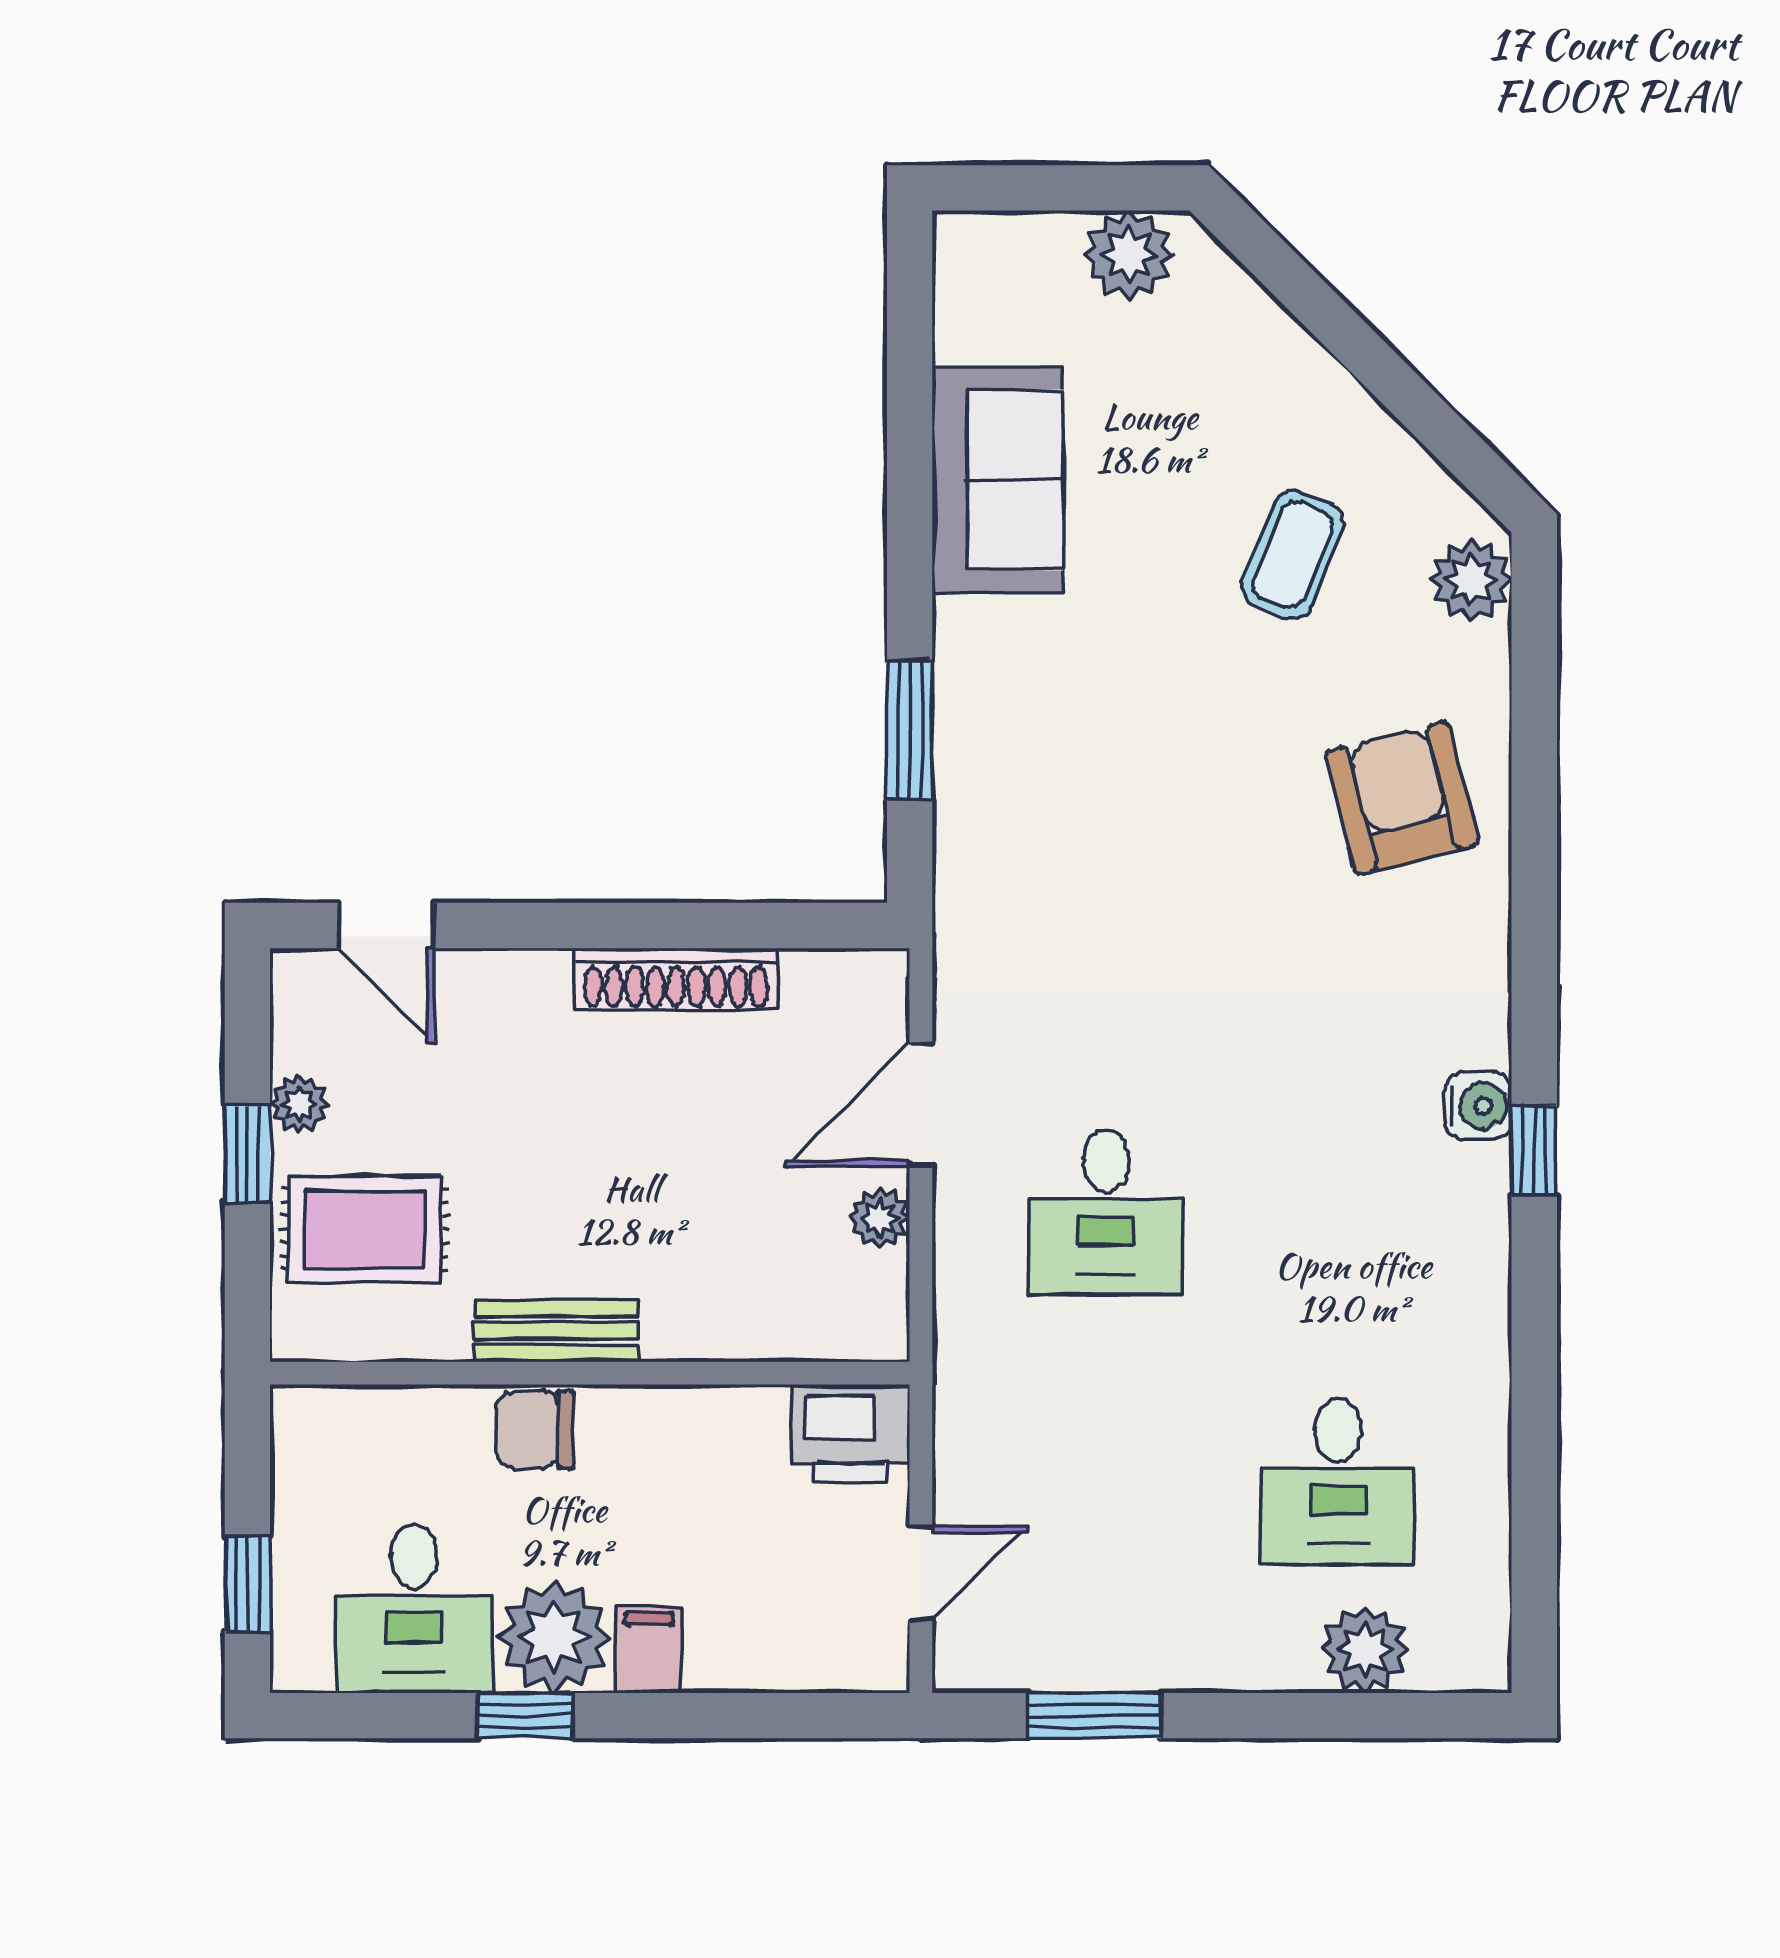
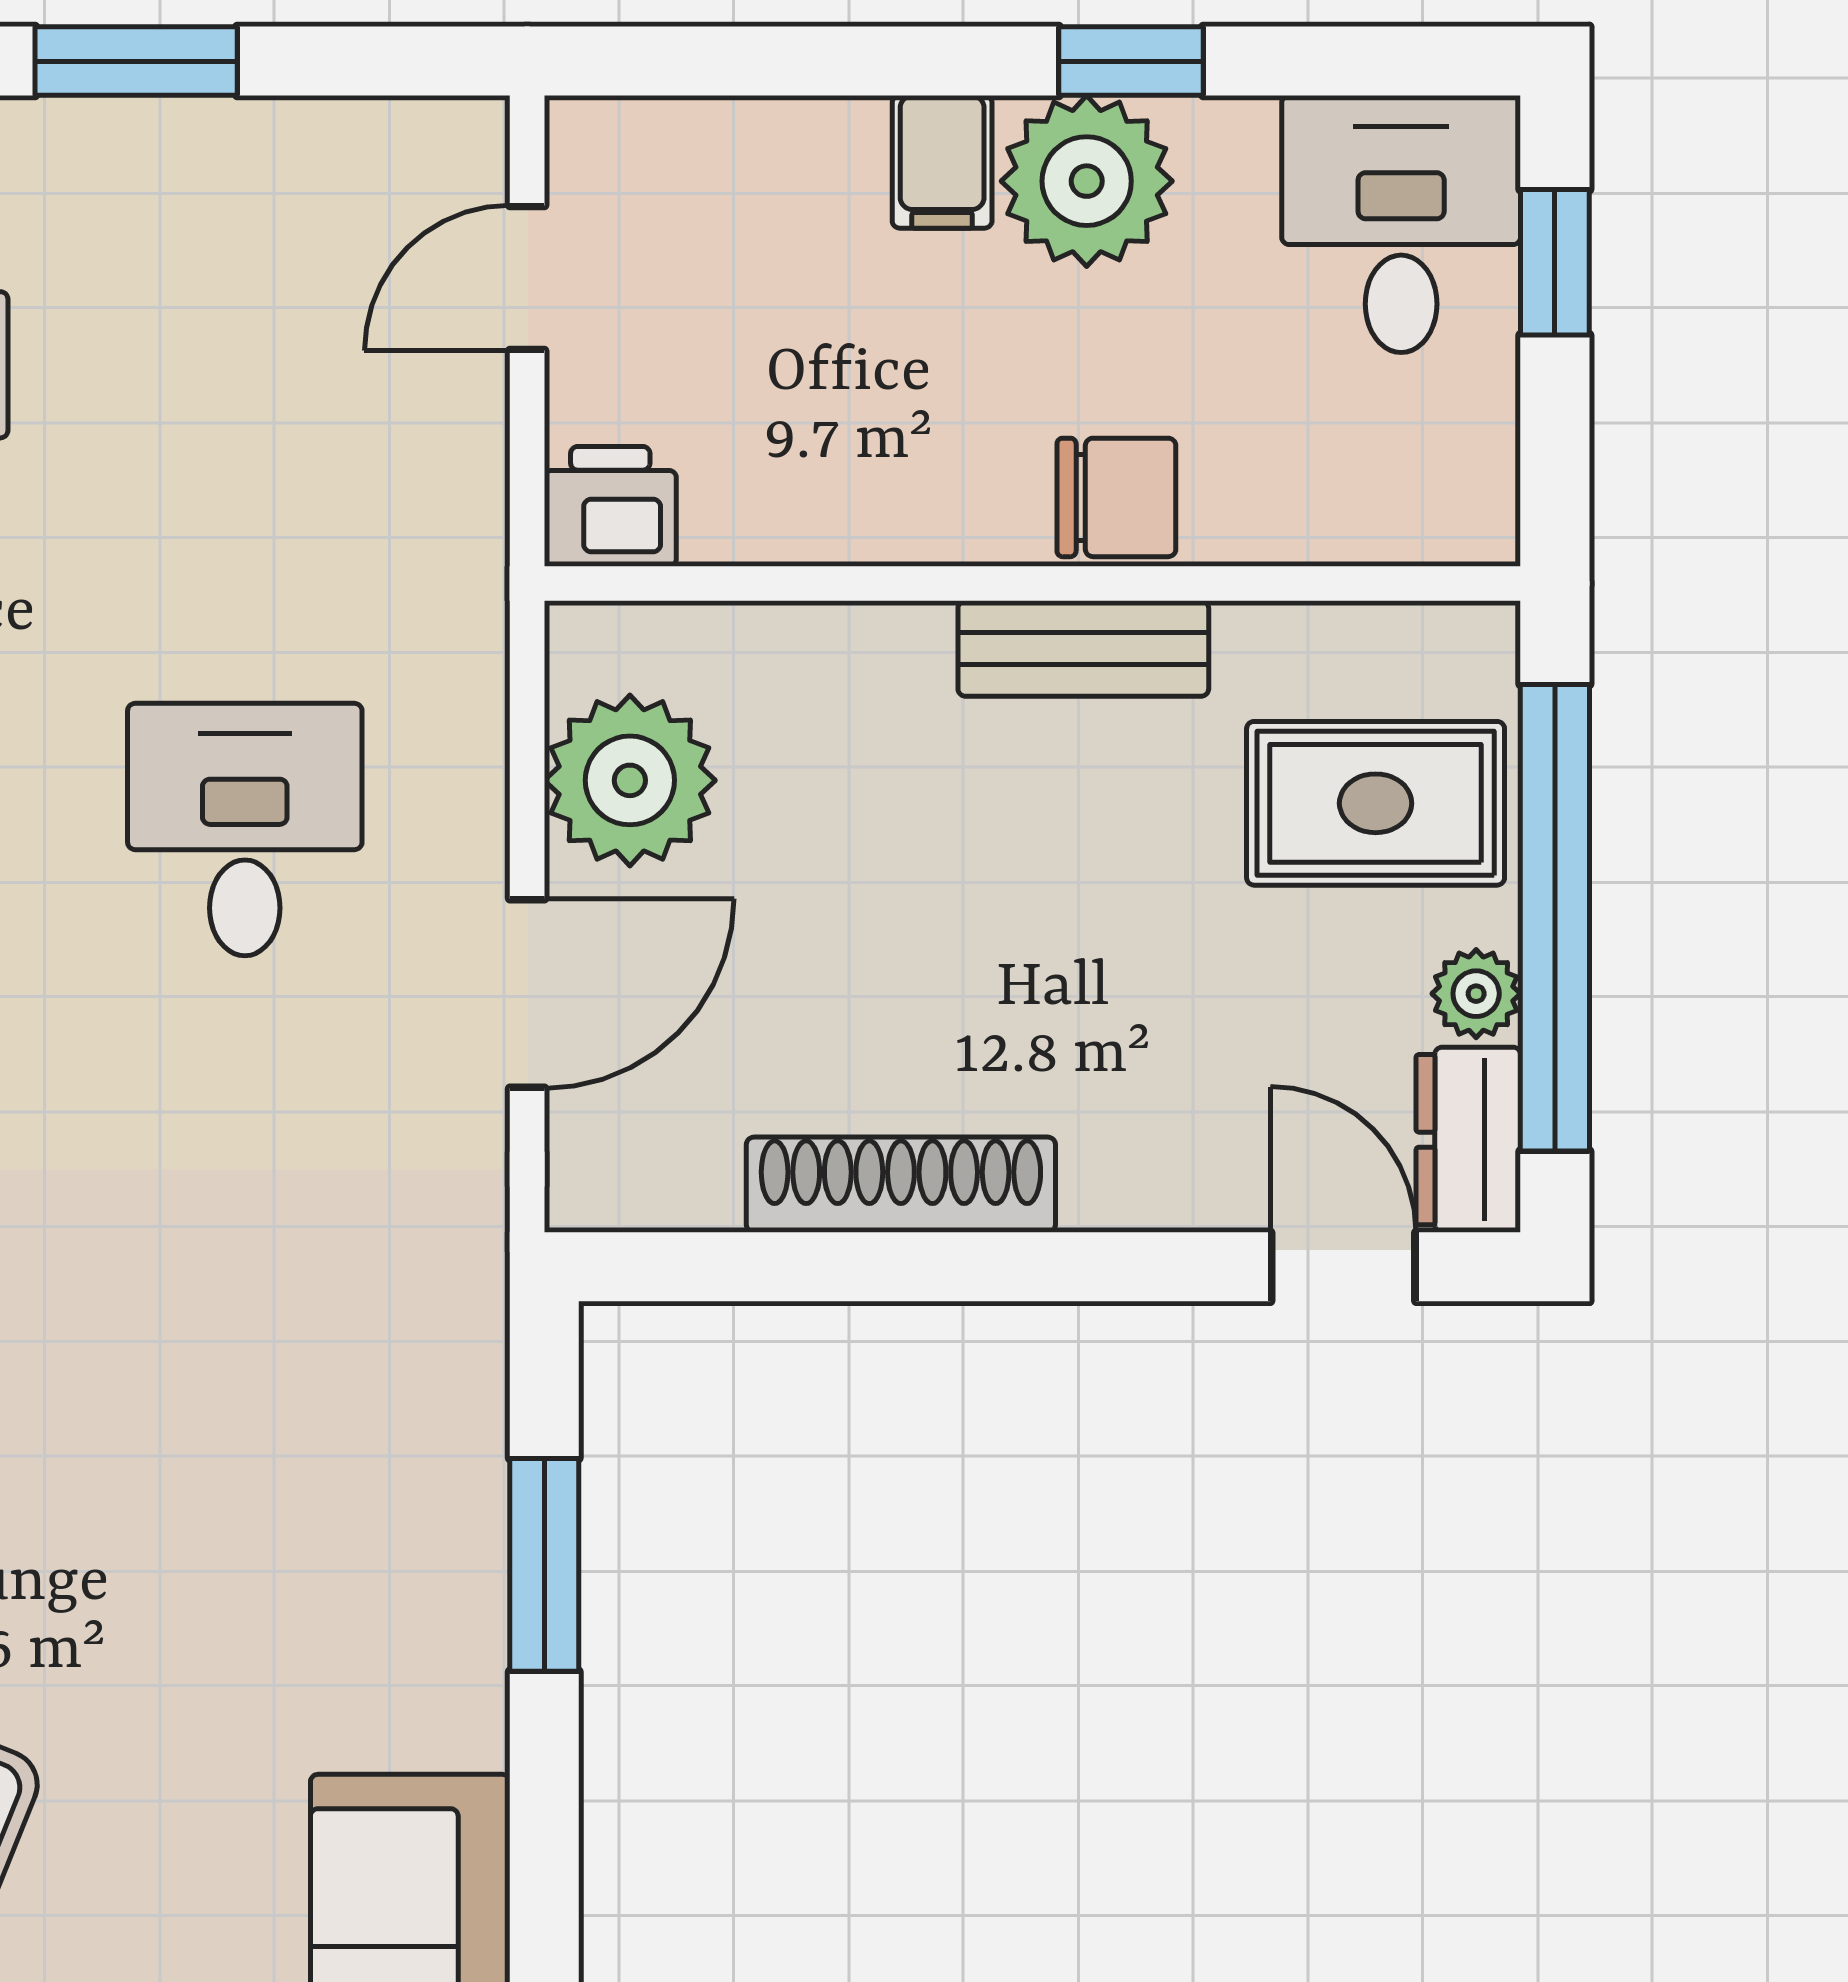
dresser: (304, 1009) -> (1468, 1140), added
window: (247, 1154) -> (1555, 918), width x3.17
plant: (880, 1218) -> (630, 780), width x1.87, depth x1.87
printer: (851, 1433) -> (610, 506), width x0.73, depth x0.81
desk: (414, 1609) -> (1401, 224), moved
window: (1095, 1716) -> (136, 61), moved

